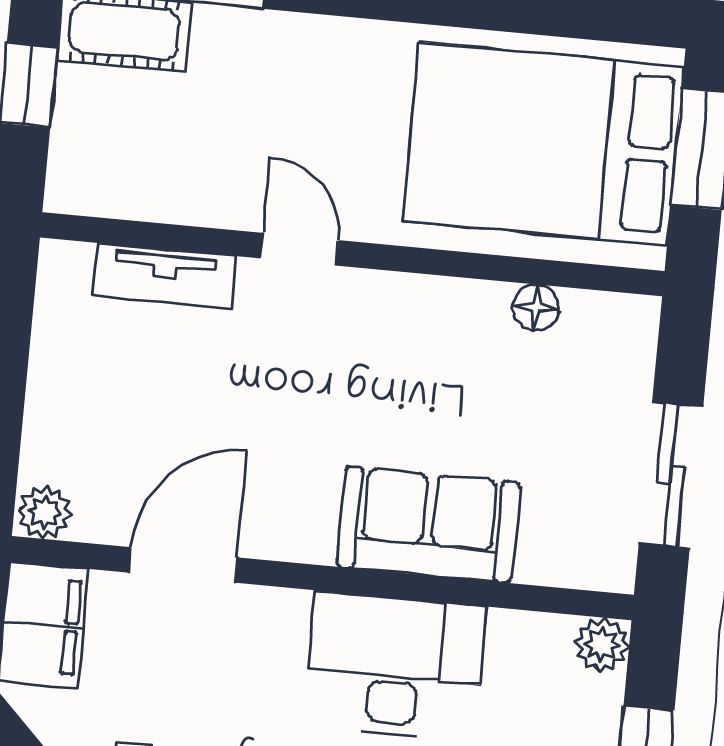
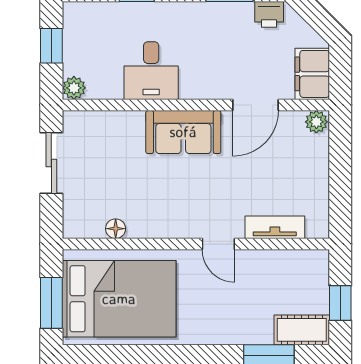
sofa: (428, 525) -> (183, 132), moved
desk: (395, 666) -> (151, 71), width x0.73

